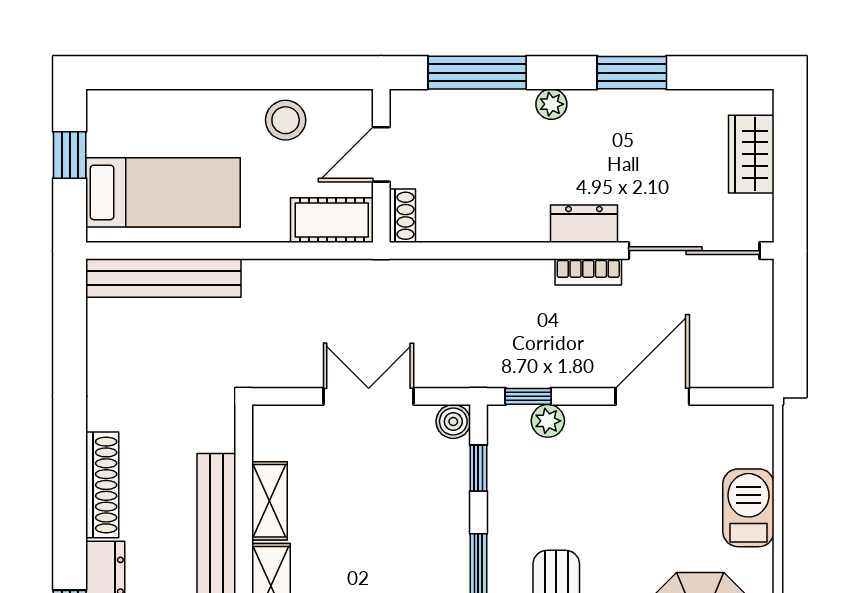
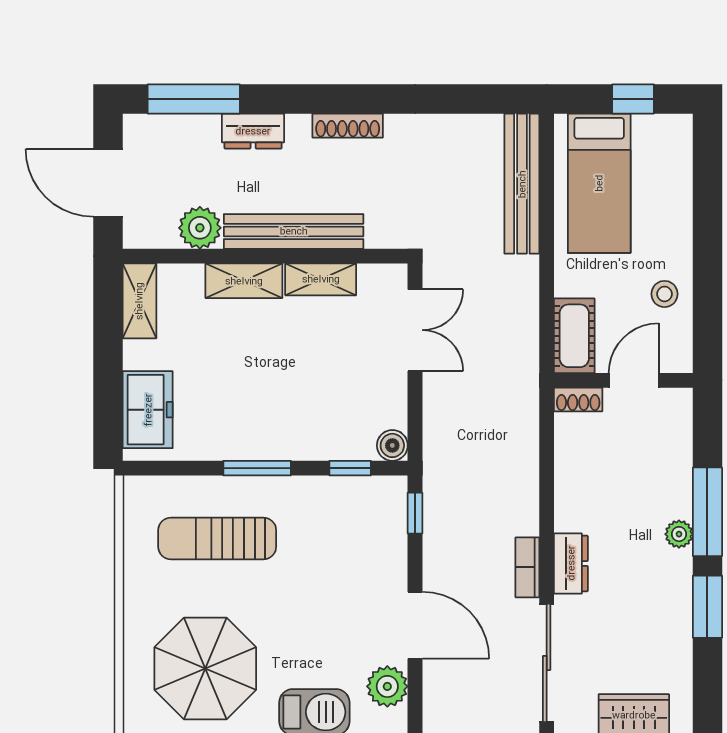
window: (477, 73) -> (707, 512), moved
stool: (286, 120) -> (665, 294), width x0.73, depth x0.73
door: (381, 154) -> (634, 380), hinge flipped
double door: (369, 396) -> (415, 330), moved
plant: (548, 421) -> (387, 686), moved, width x1.38, depth x1.38
shoe rack: (102, 485) -> (348, 126), width x0.74, depth x0.81

